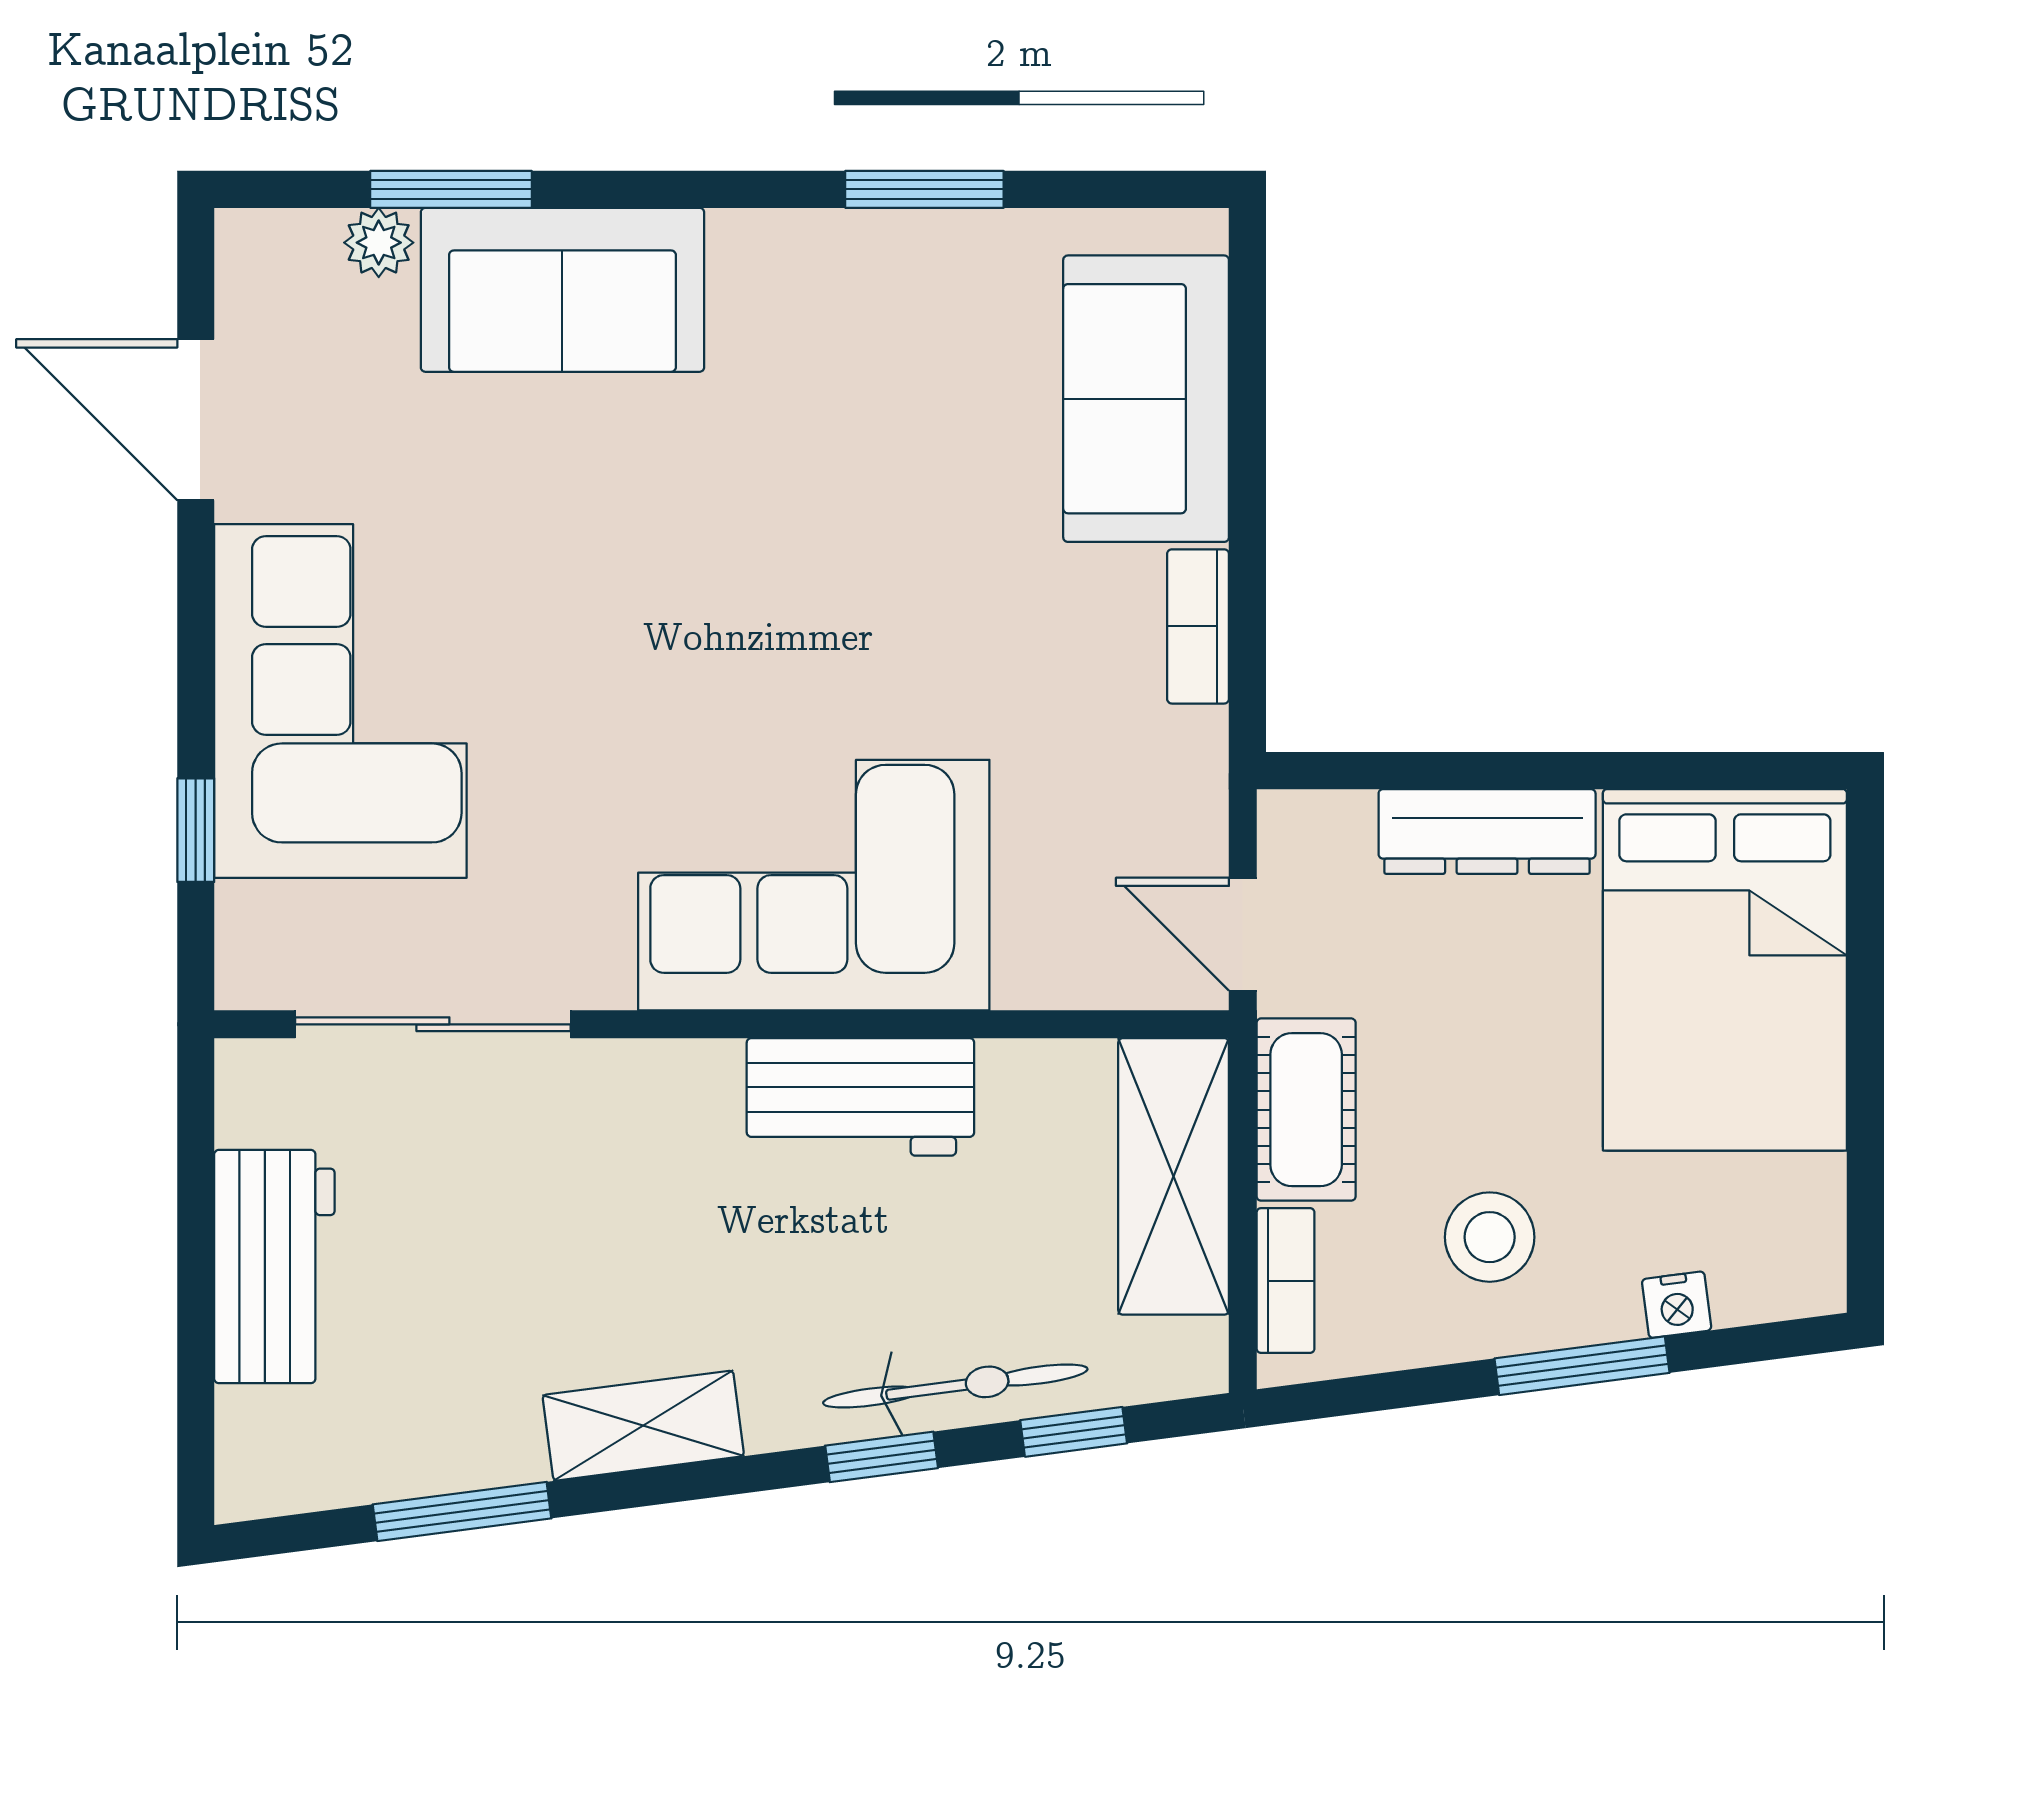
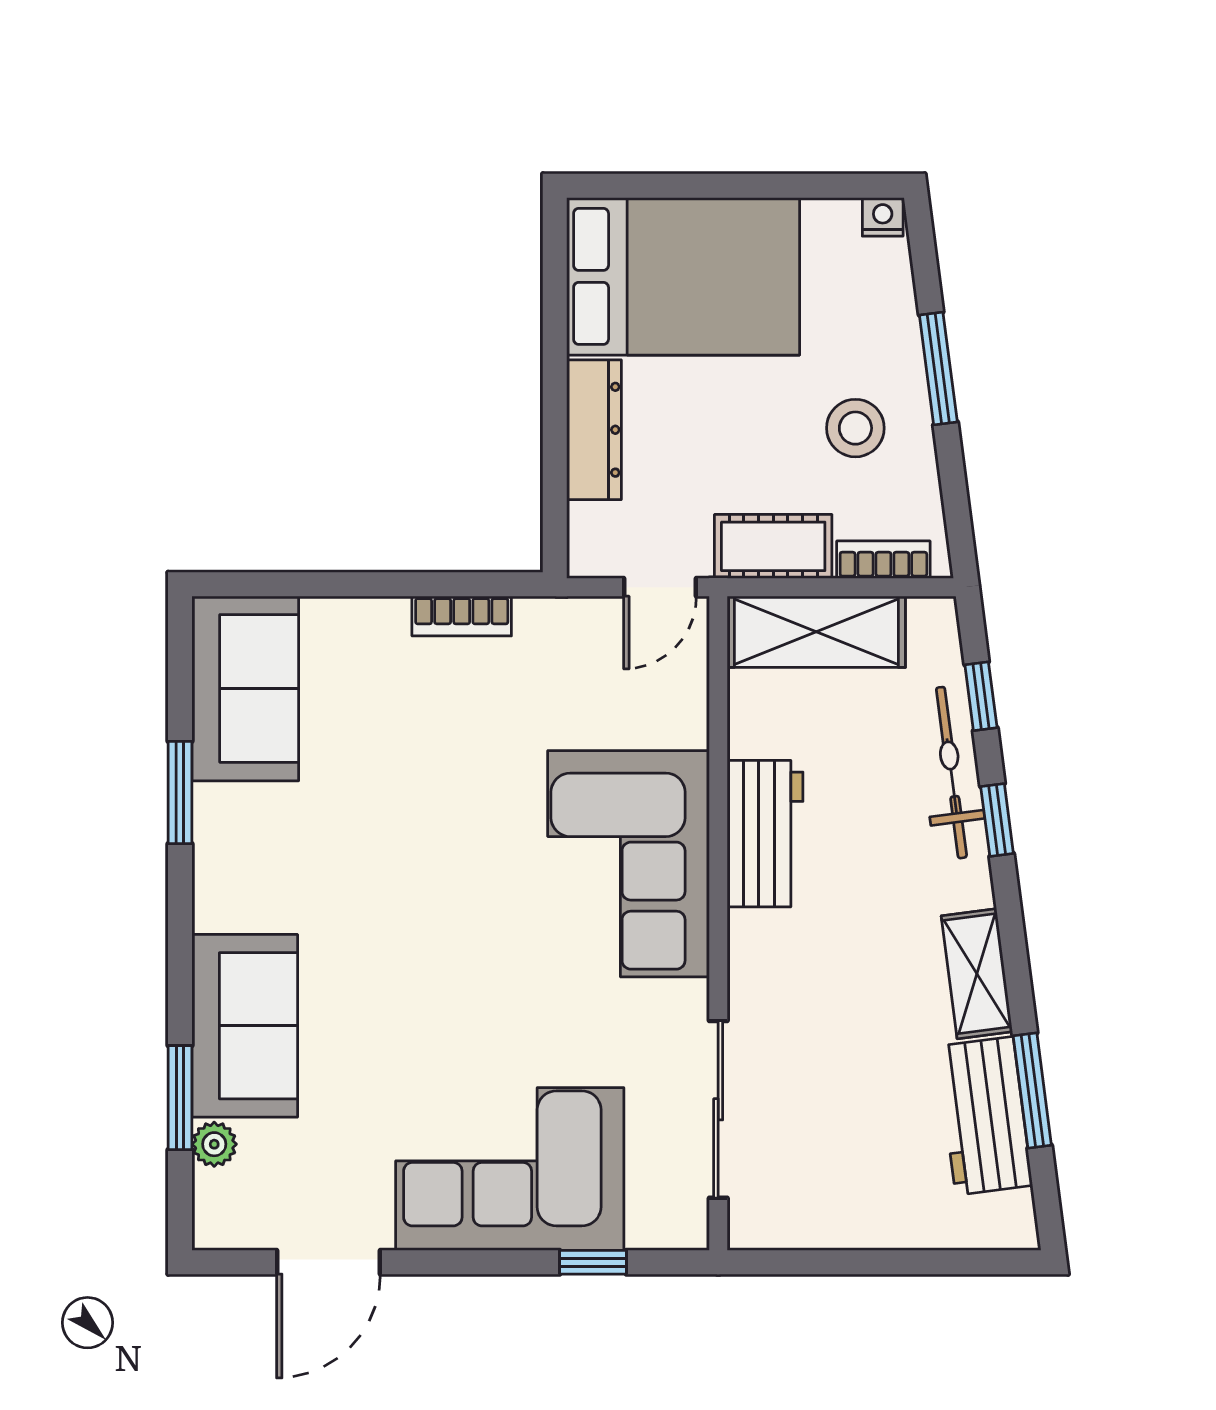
sofa: (1146, 399) -> (245, 688), moved, turned -90
workbench: (274, 1267) -> (984, 1116), moved, turned -97
nightstand: (1677, 1305) -> (883, 217), moved, turned -83

